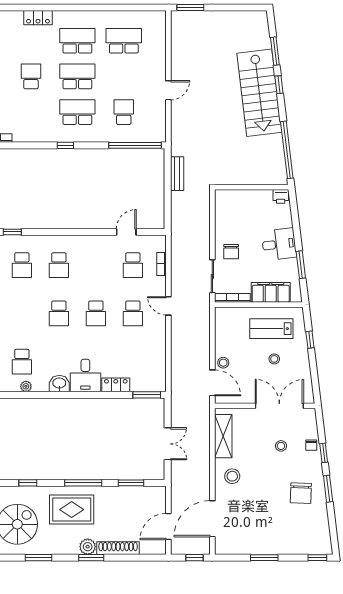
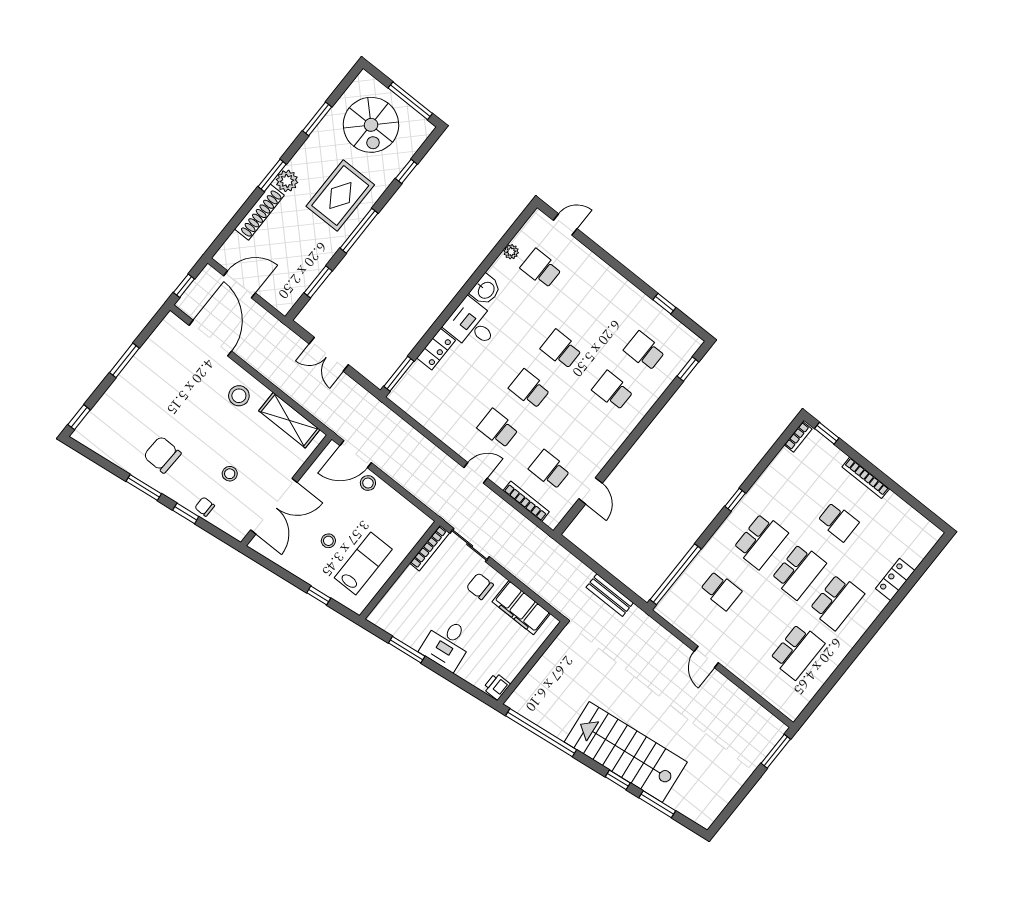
bookcase: (162, 264) -> (526, 501), width x1.56
filing cabinet: (271, 292) -> (521, 608), moved, turned 90
door: (168, 527) -> (240, 284), hinge flipped

